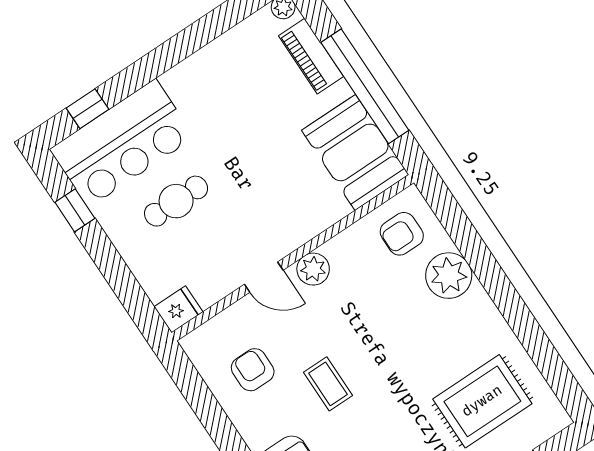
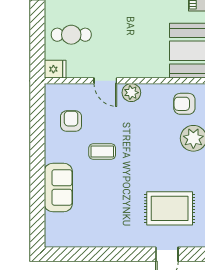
cafe table: (176, 201) -> (71, 35), moved
coffee table: (328, 384) -> (102, 151), turned 90

